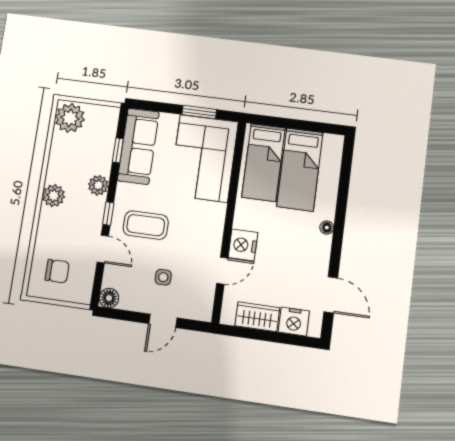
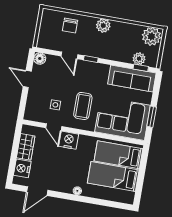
window: (118, 150) -> (141, 68), moved
plant: (98, 185) -> (139, 59), moved
coffee table: (146, 225) -> (83, 106), moved
door: (103, 249) -> (69, 55), hinge flipped
chair: (57, 271) -> (70, 26), moved
side table: (163, 277) -> (55, 105), moved
door: (163, 321) -> (27, 79), moved

